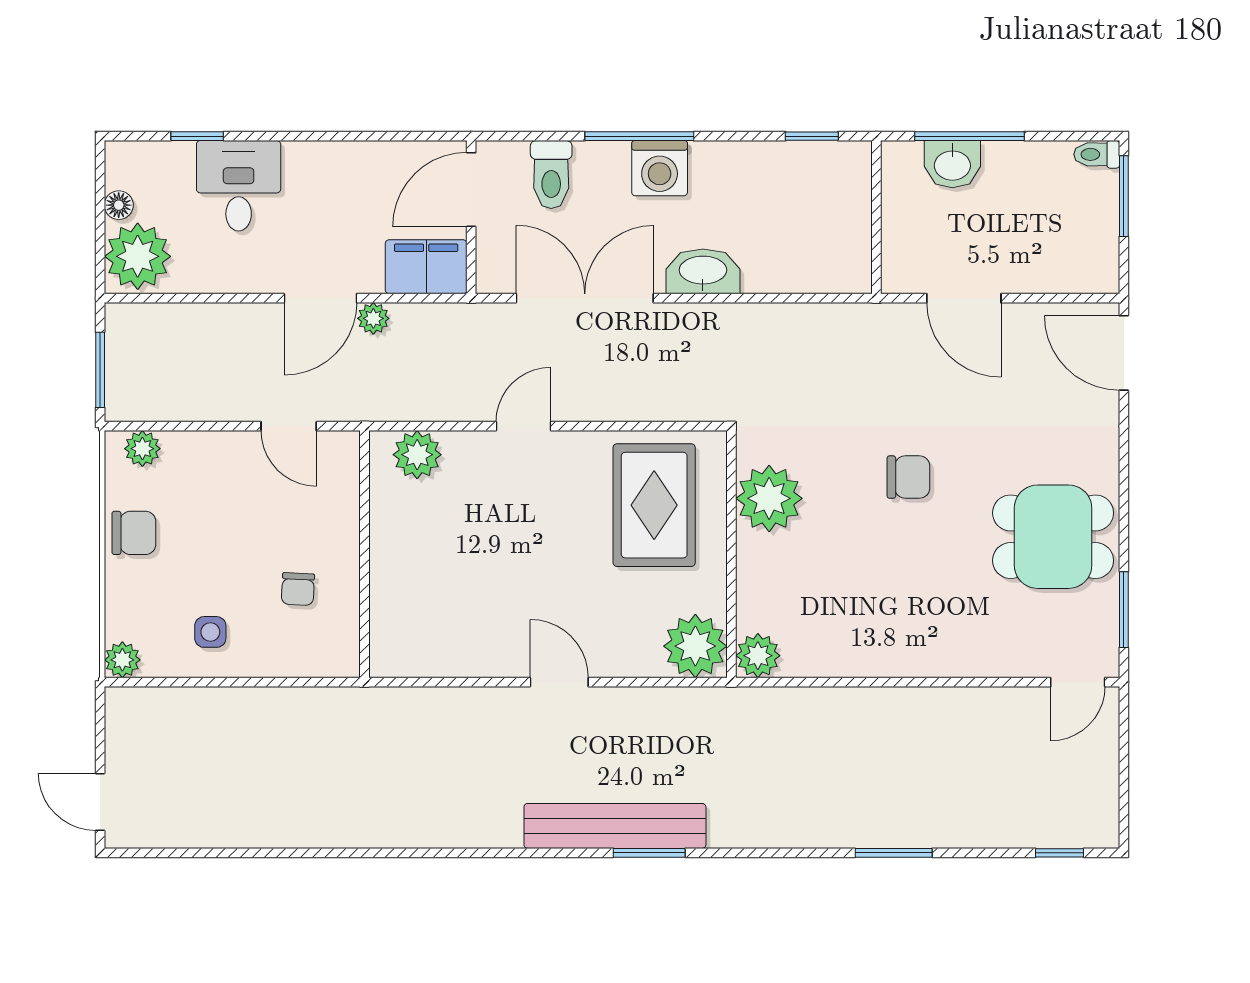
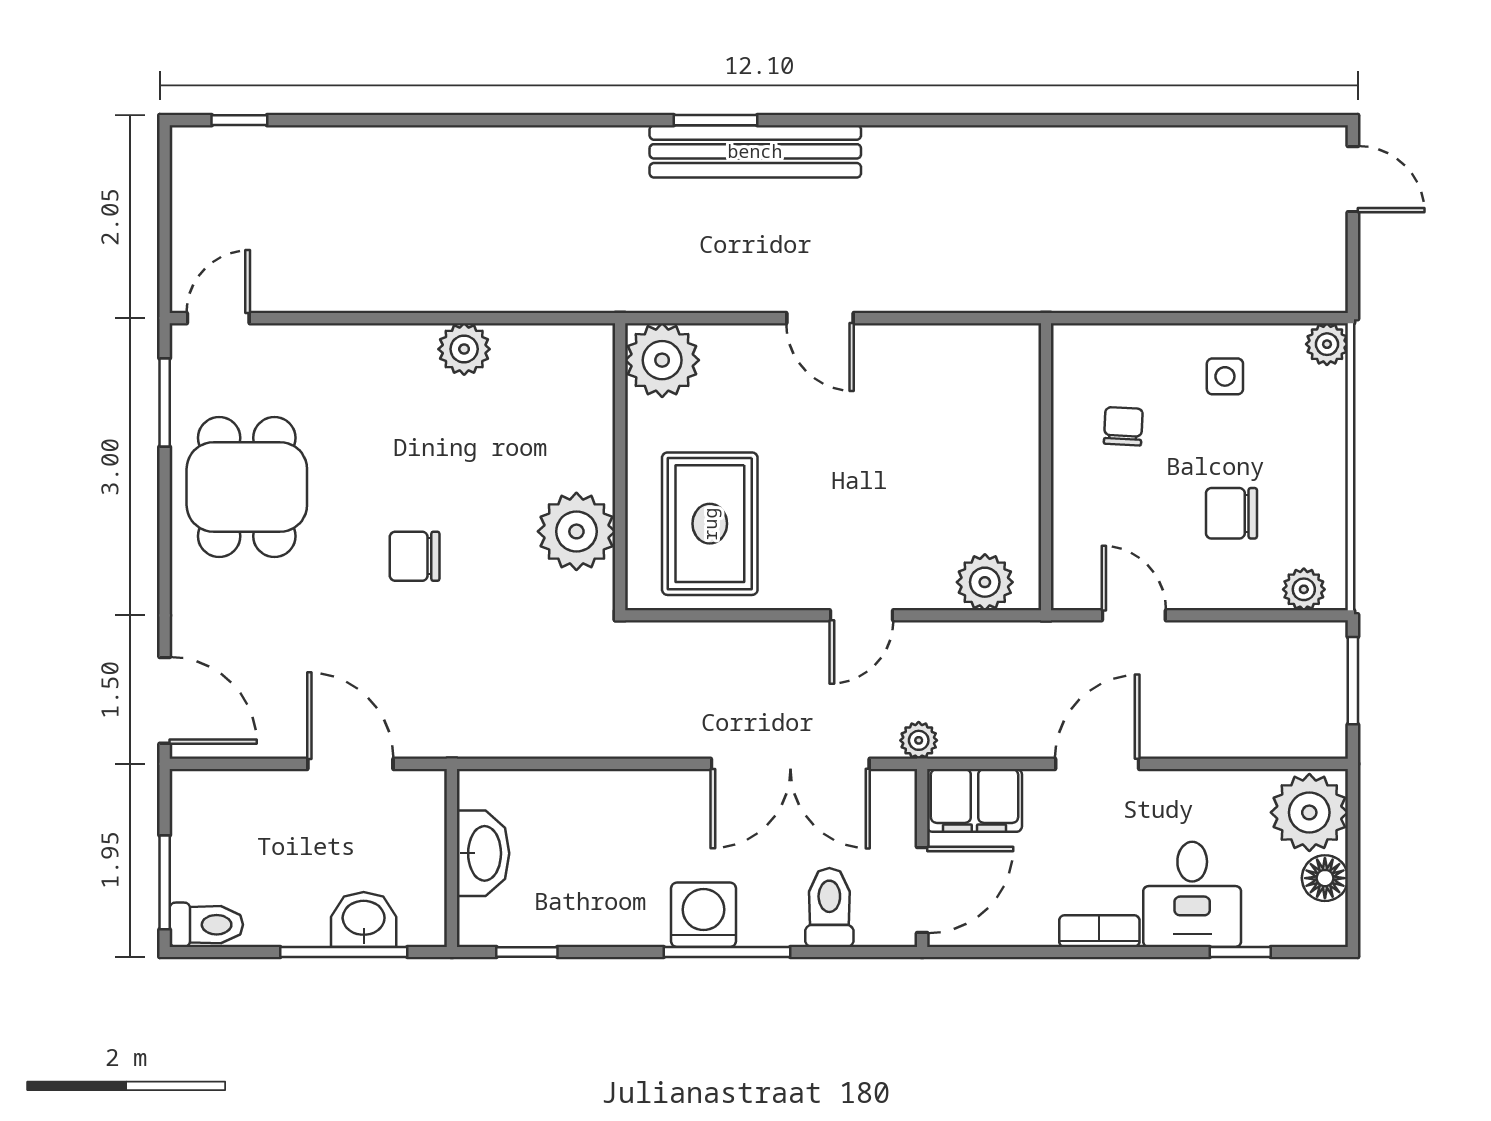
bookcase: (318, 154) -> (1099, 931), added
toilet: (1097, 154) -> (206, 925), width x1.37, depth x1.39
floor lamp: (119, 205) -> (1325, 878), width x1.37, depth x1.37
washbasin: (703, 271) -> (483, 853), moved, turned -90
plant: (373, 318) -> (919, 740), moved
chair: (134, 533) -> (1231, 513), moved
dining table: (1053, 537) -> (247, 487), turned 90
plant: (758, 656) -> (464, 349), moved
window: (894, 853) -> (432, 120), removed

